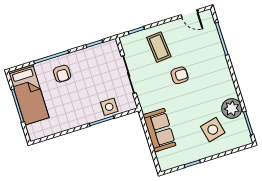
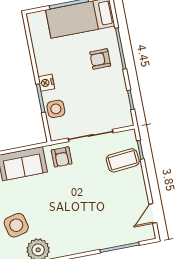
coffee table: (159, 47) -> (123, 160), moved
armchair: (180, 75) -> (62, 157), moved
nightstand: (88, 118) -> (46, 83), added

